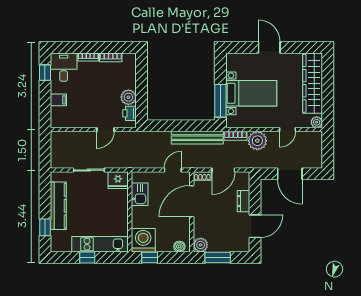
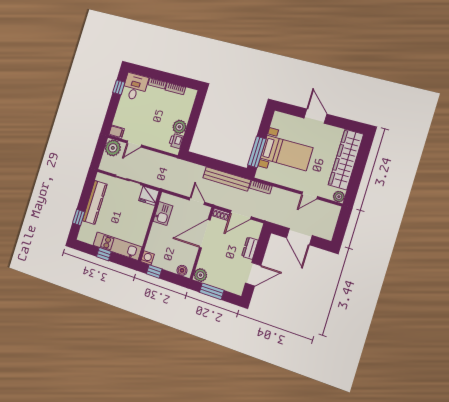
filing cabinet: (58, 100) -> (117, 132), moved
door: (105, 130) -> (134, 144), moved
plant: (257, 141) -> (113, 148), moved
door: (173, 170) -> (197, 201), hinge flipped
washing machine: (143, 240) -> (147, 258), width x0.53, depth x0.53

